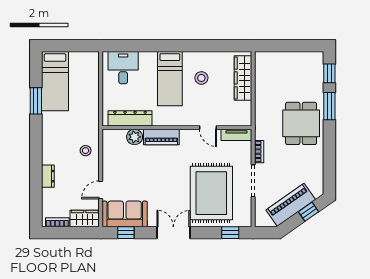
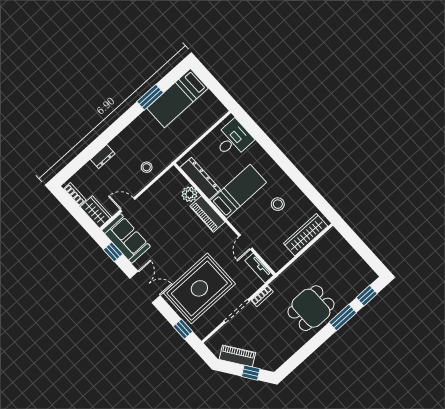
bed: (170, 79) -> (238, 192), moved, turned 180
piano: (291, 205) -> (237, 356), width x0.73, depth x0.75

